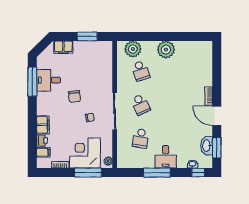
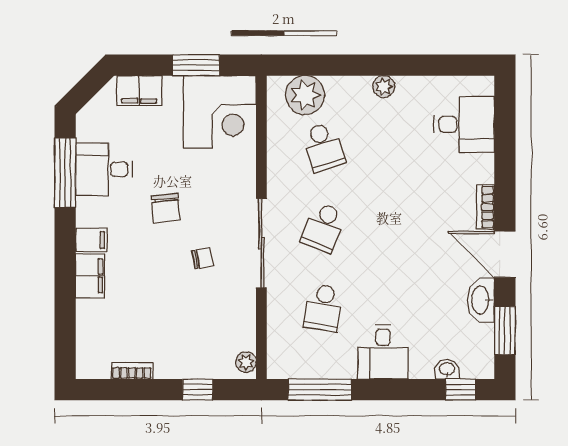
plant: (166, 50) -> (384, 87), width x0.53, depth x0.53
desk: (200, 61) -> (464, 124), added
school desk: (141, 105) -> (323, 227), turned 45
printer: (42, 141) -> (88, 313), removed
washbasin: (207, 146) -> (481, 300), moved
filing cabinet: (43, 152) -> (91, 240), moved
corner desk: (85, 153) -> (220, 112), moved, turned 180
window: (88, 173) -> (198, 390), width x0.46
window: (157, 173) -> (320, 390), moved

